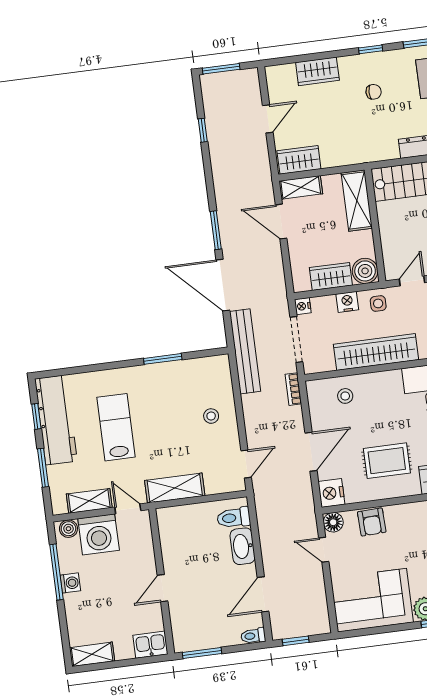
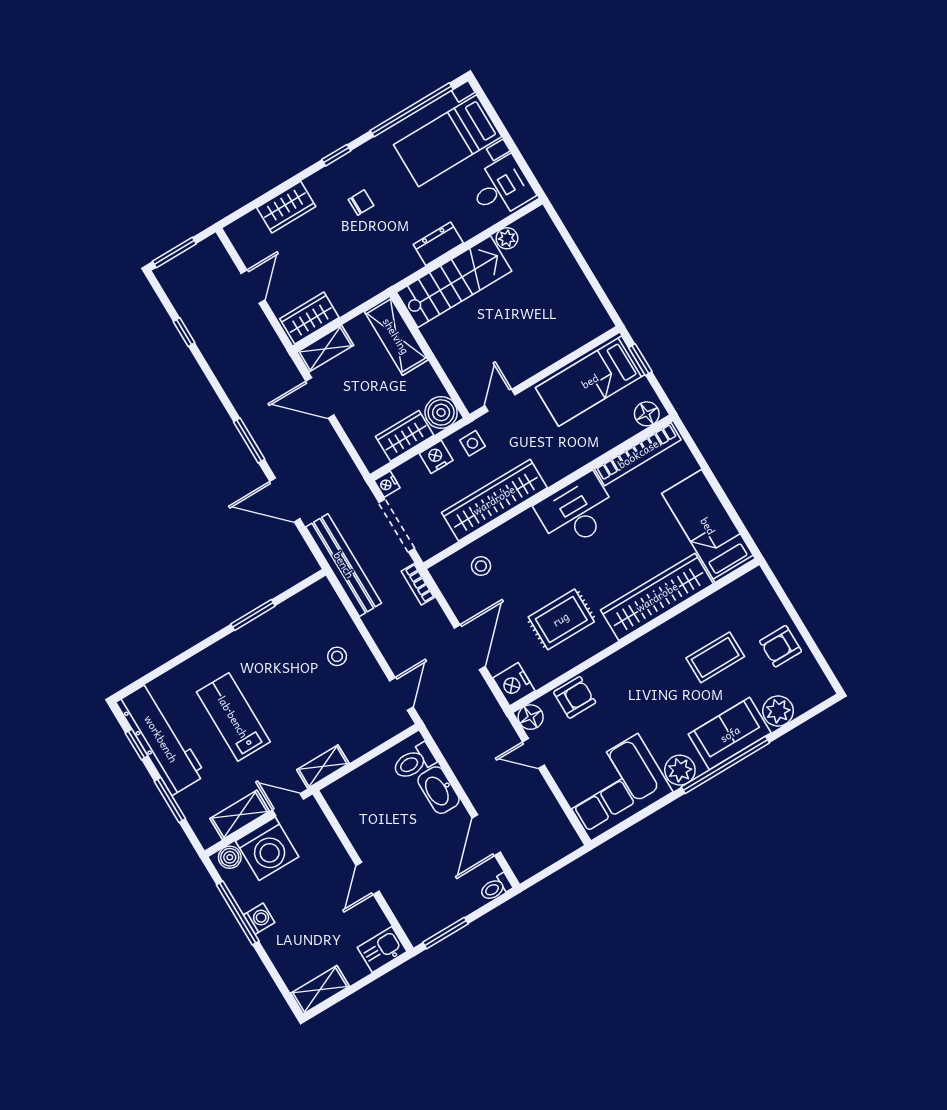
door: (223, 285) -> (285, 500), width x0.73
shelving: (175, 488) -> (323, 767), width x0.67, depth x0.75
armchair: (372, 522) -> (575, 697), turned -88
window: (296, 641) -> (547, 872), removed

